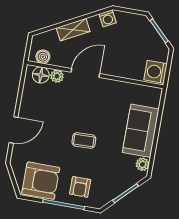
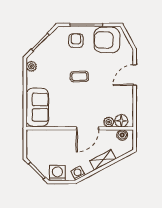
washing machine: (156, 72) -> (57, 173), moved, turned -90
sofa: (141, 131) -> (37, 107), moved

